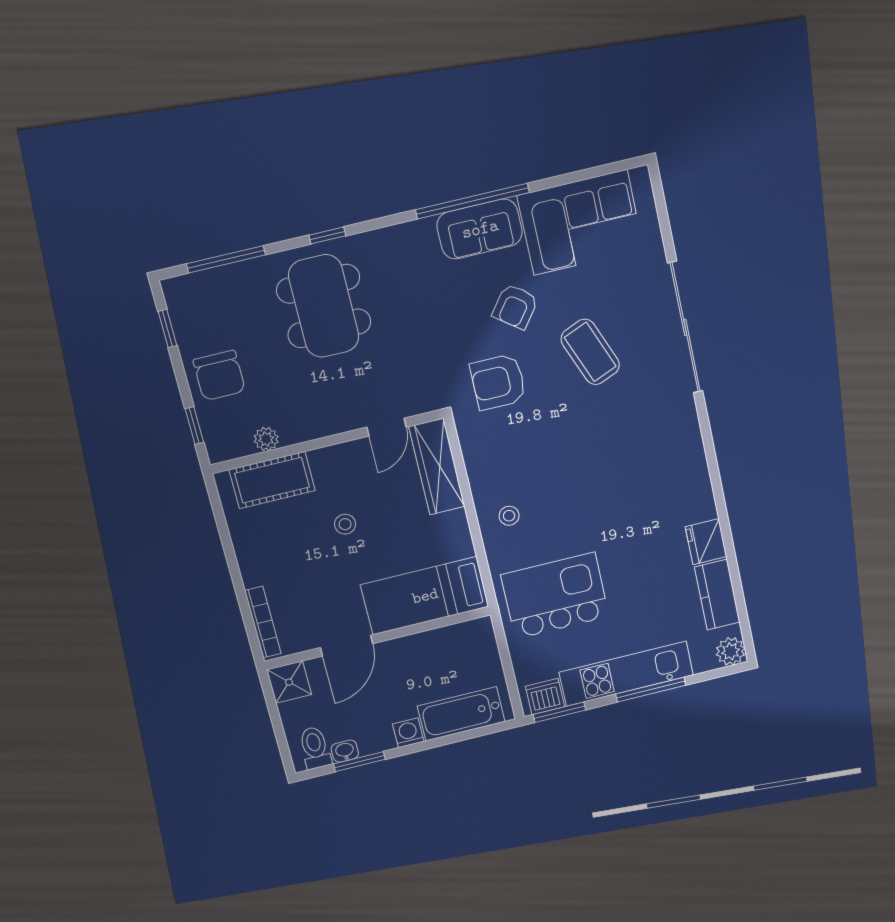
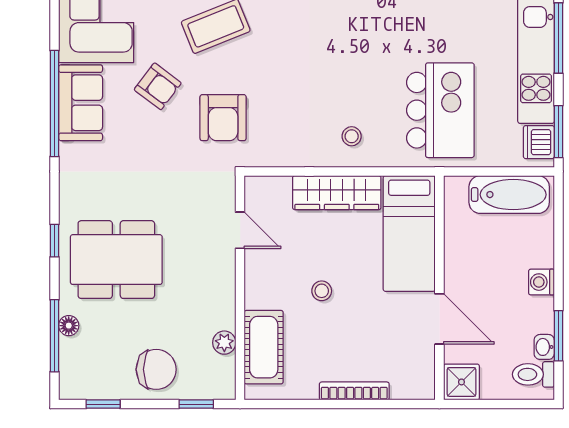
floor lamp: (241, 272) -> (69, 326), added
wardrobe: (437, 467) -> (337, 193), moved
kitchen island: (555, 596) -> (440, 110), turned 180
bookcase: (263, 622) -> (354, 391), moved
bathtub: (461, 714) -> (509, 195), moved, turned -90

